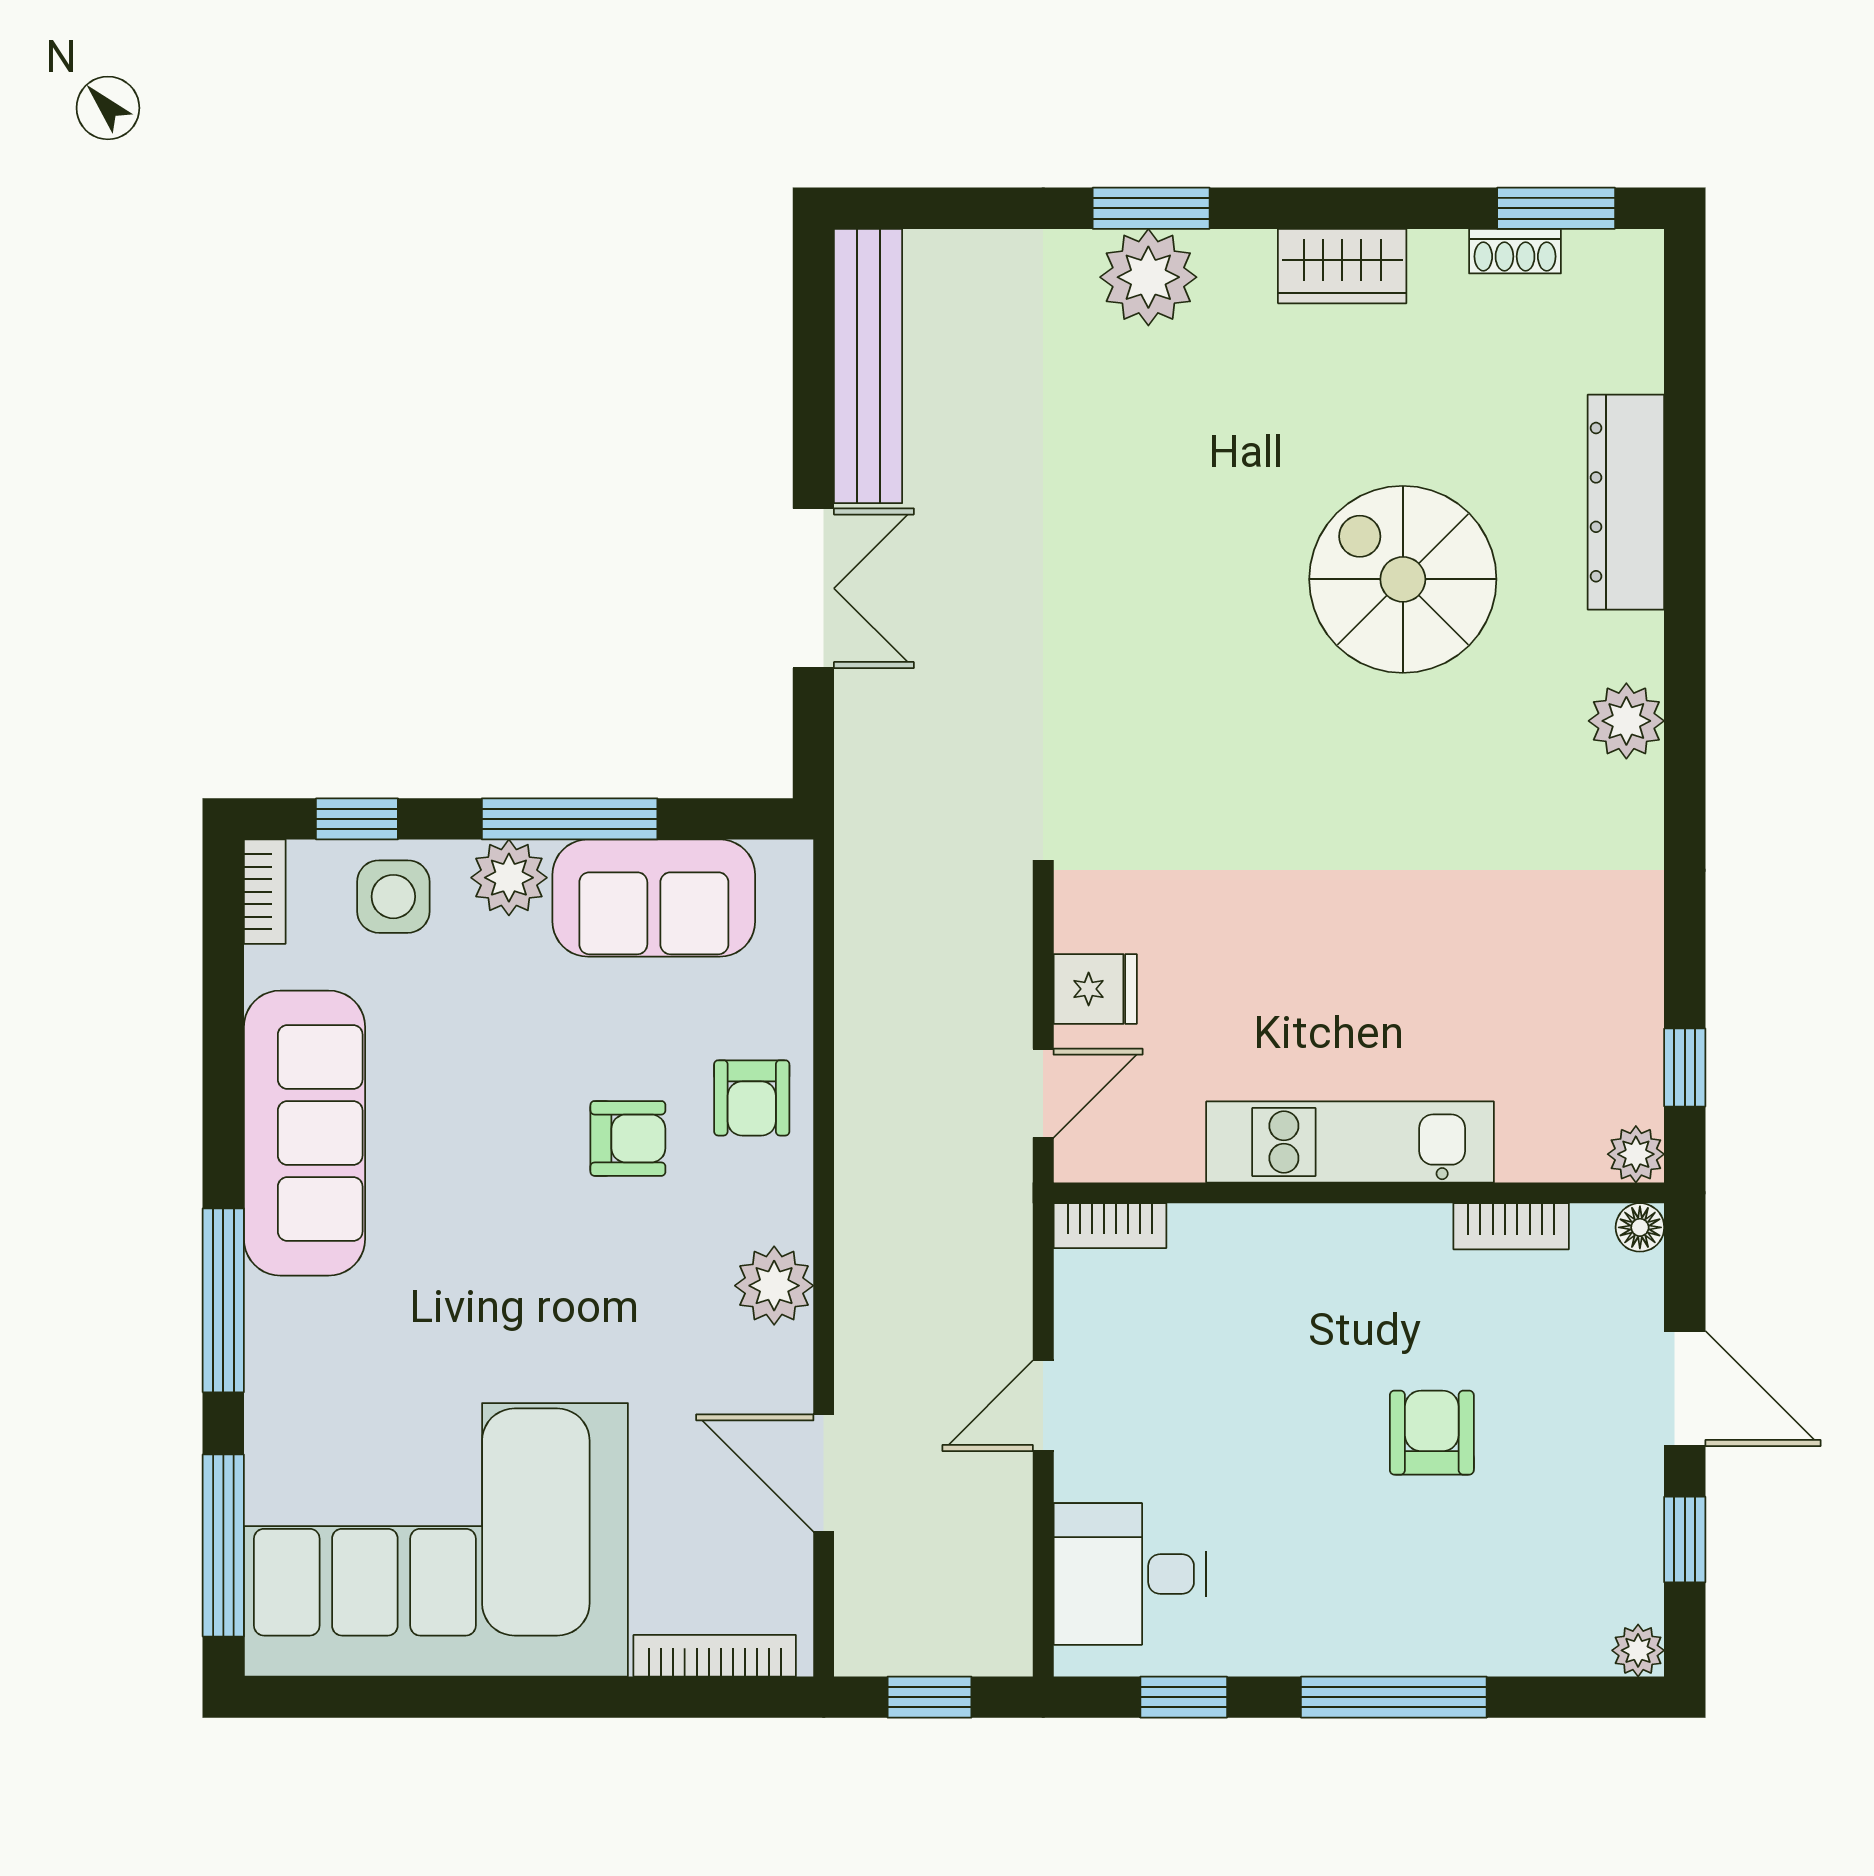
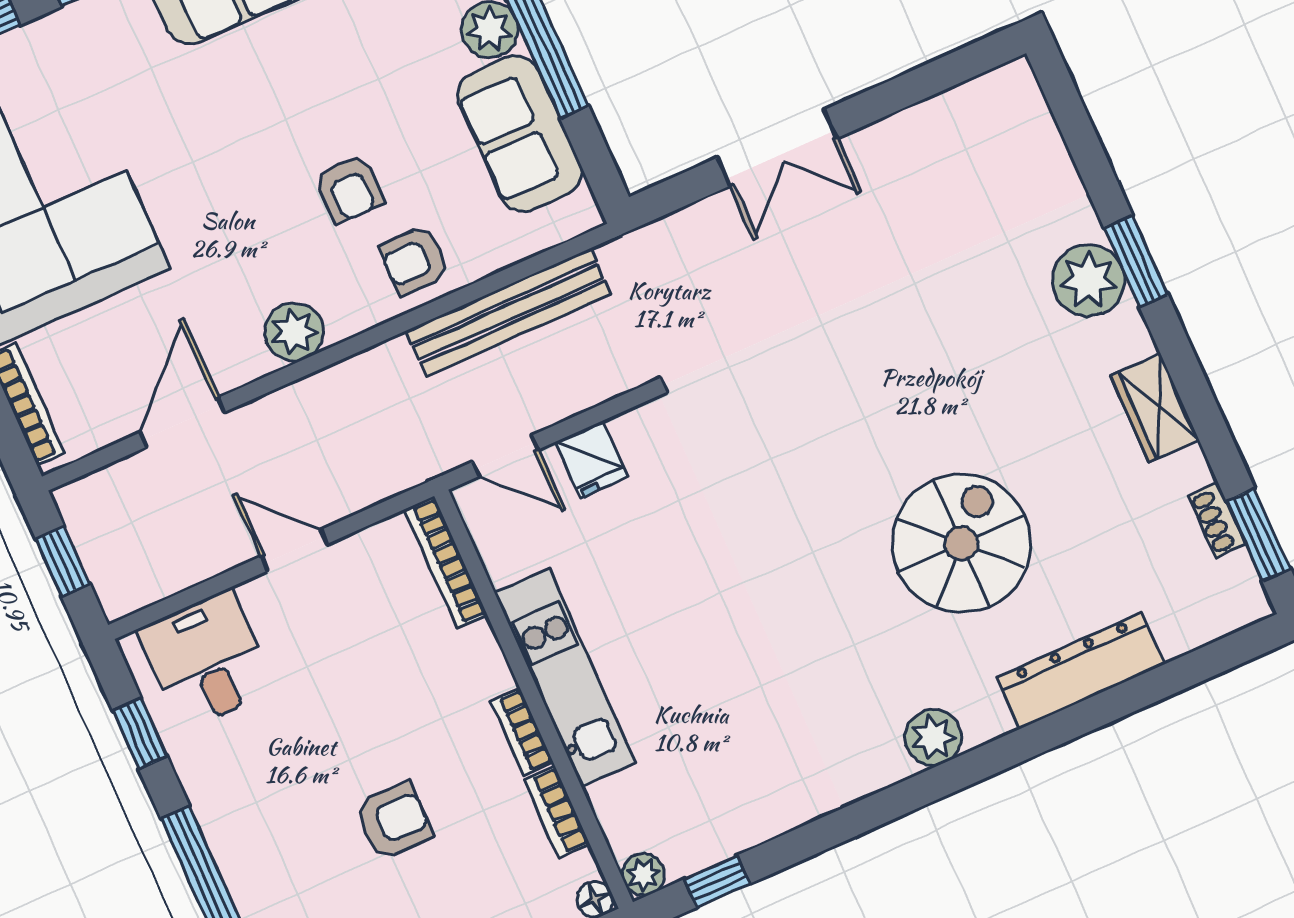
bench: (868, 366) -> (508, 313), moved
bookcase: (1393, 1225) -> (522, 732), added
bookcase: (1110, 1226) -> (446, 562), width x1.56

